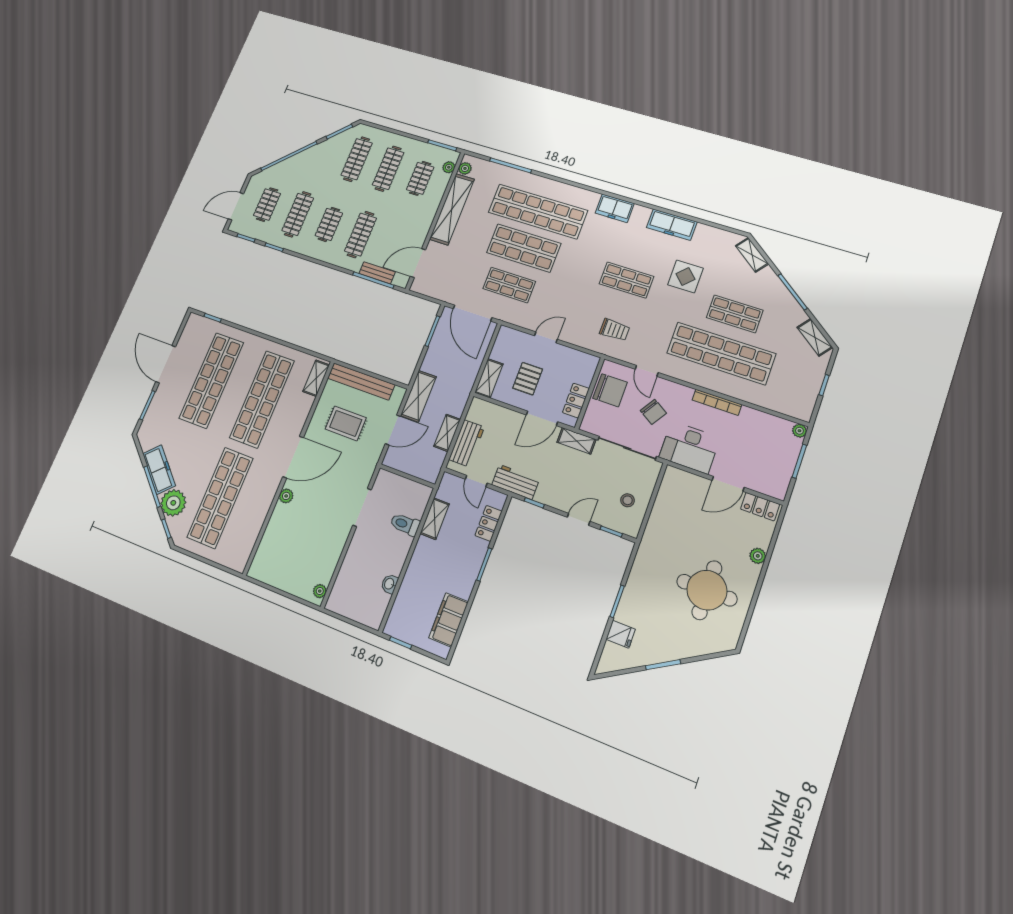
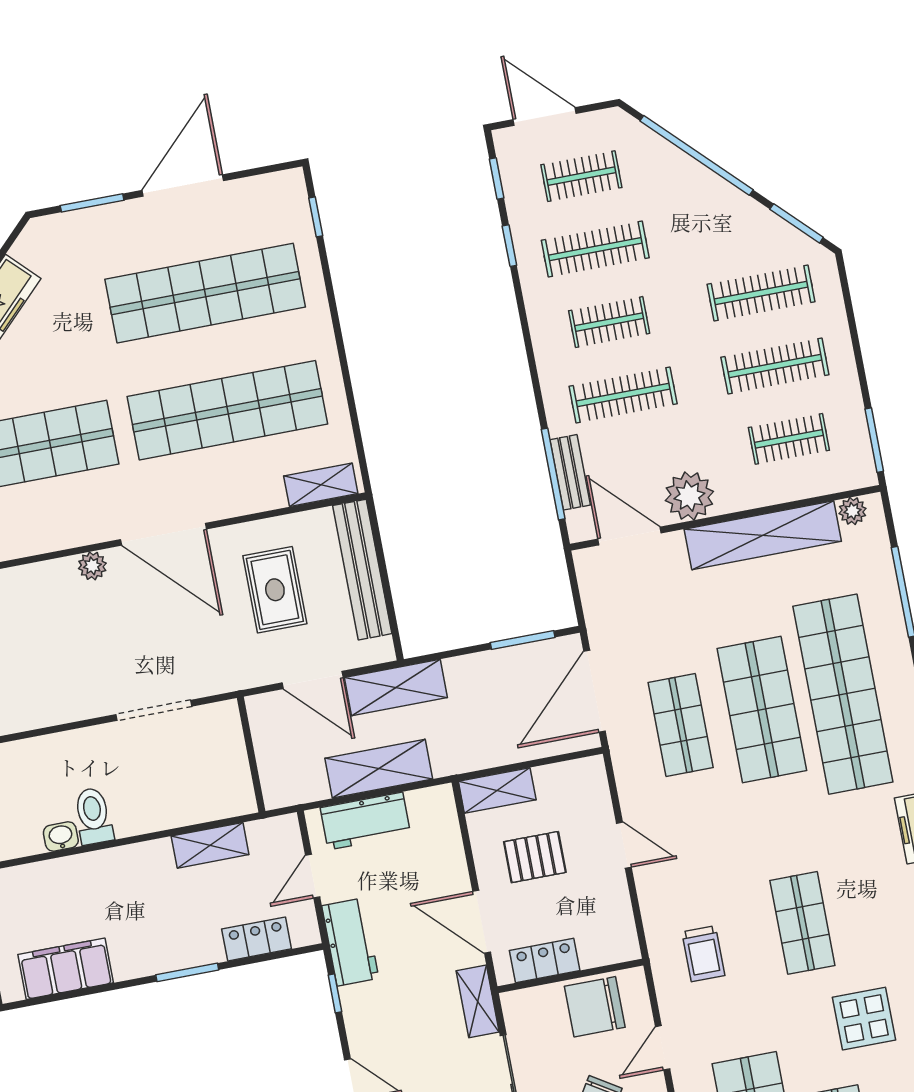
plant: (449, 167) -> (689, 496), moved, width x1.88, depth x1.88
chair: (610, 390) -> (595, 1007), turned 90
shelving: (447, 433) -> (379, 769), width x1.50, depth x1.33
toilet: (405, 524) -> (93, 816), moved

